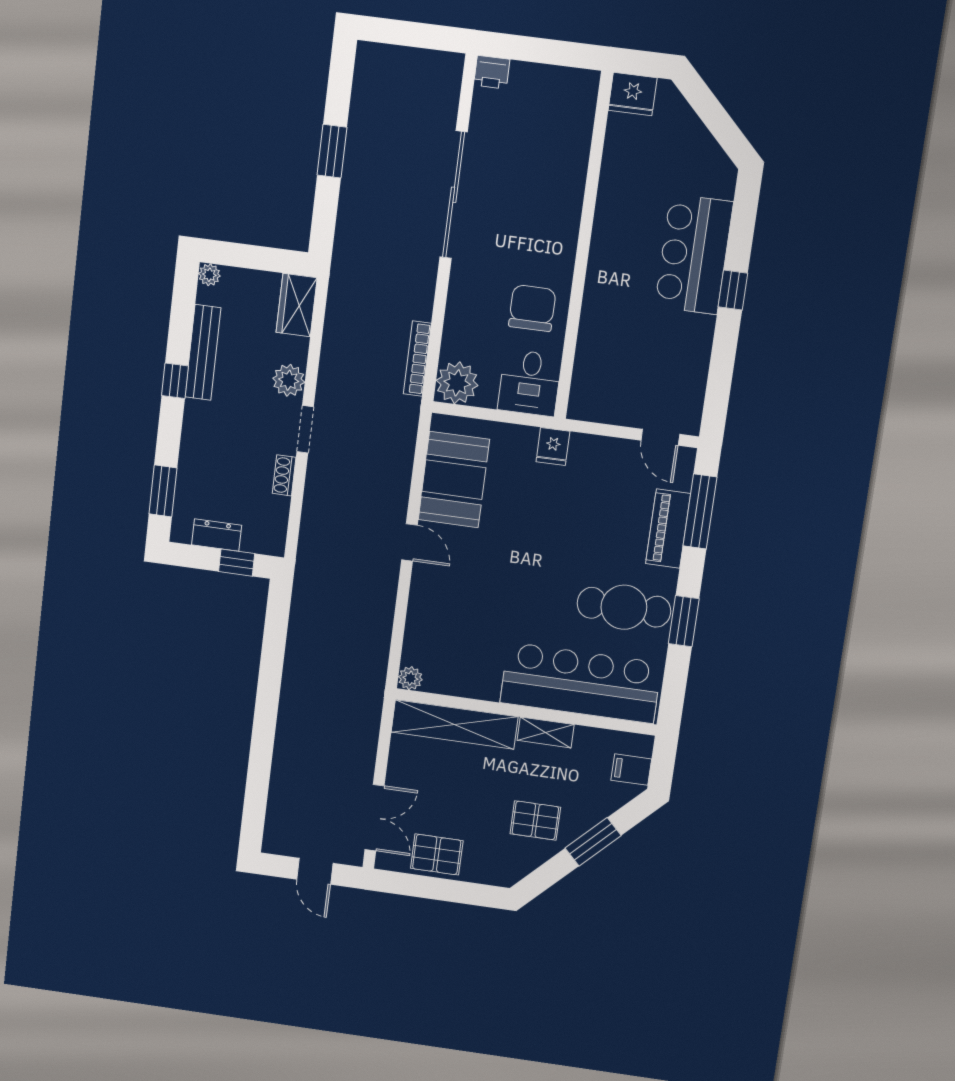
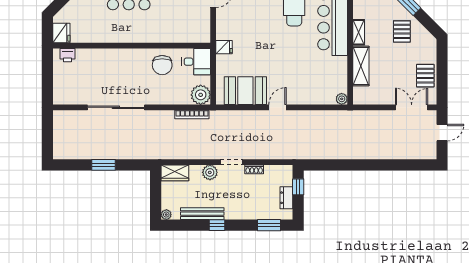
printer: (492, 72) -> (67, 55), moved, turned 90
chair: (532, 308) -> (162, 65), turned -90
shelving: (455, 724) -> (361, 66), width x0.68

